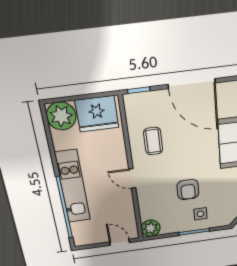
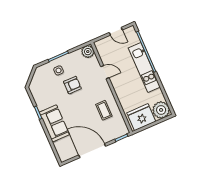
door: (132, 178) -> (105, 72), moved
armchair: (188, 190) -> (72, 85), turned 90
door: (119, 242) -> (116, 31), moved

